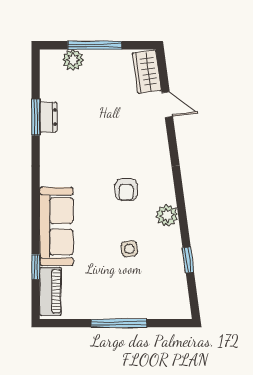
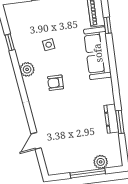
wardrobe: (147, 72) -> (52, 160), removed
door: (167, 105) -> (36, 141), hinge flipped
dresser: (48, 117) -> (111, 119), width x1.44
armchair: (126, 190) -> (56, 83), turned -90

